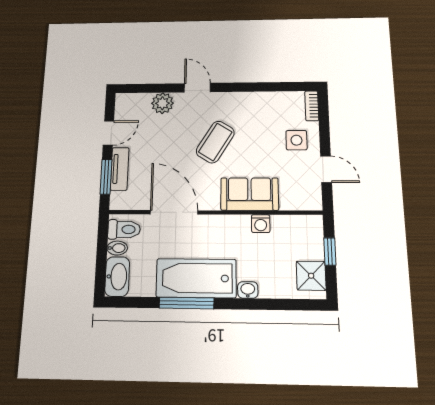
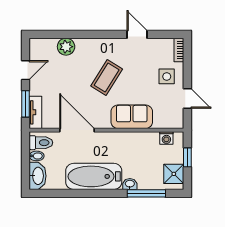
door: (197, 88) -> (137, 34), moved
tv unit: (120, 169) -> (35, 112), moved
washing machine: (261, 224) -> (166, 138), moved
window: (187, 303) -> (146, 193), moved

